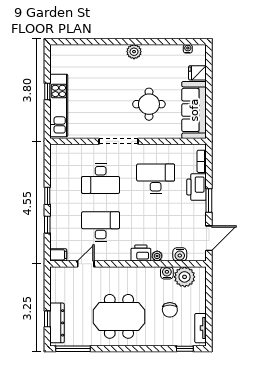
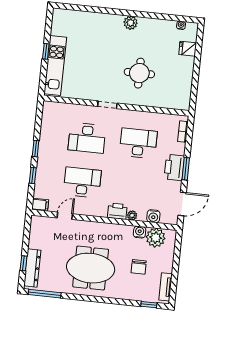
sofa: (194, 110) -> (181, 83), removed
doorway: (118, 141) -> (107, 105), width x0.53
printer: (197, 187) -> (174, 167), moved

